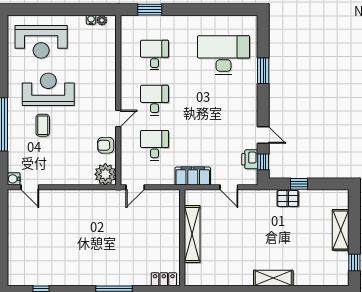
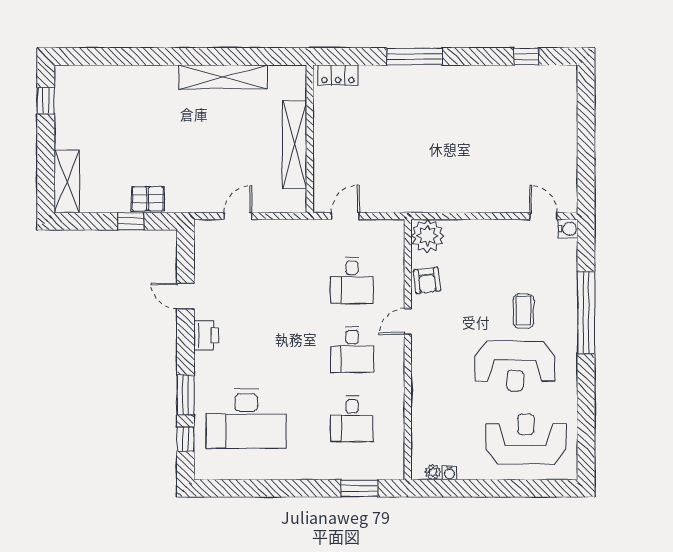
armchair: (106, 145) -> (427, 280), turned 84
printer: (250, 159) -> (206, 336), moved
window: (263, 162) -> (186, 439), moved
filing cabinet: (193, 176) -> (294, 233), removed
door: (135, 187) -> (345, 216), moved
door: (229, 187) -> (238, 216), hinge flipped
shelving: (341, 230) -> (67, 181), moved
shelving: (273, 278) -> (223, 77), moved, width x1.47

